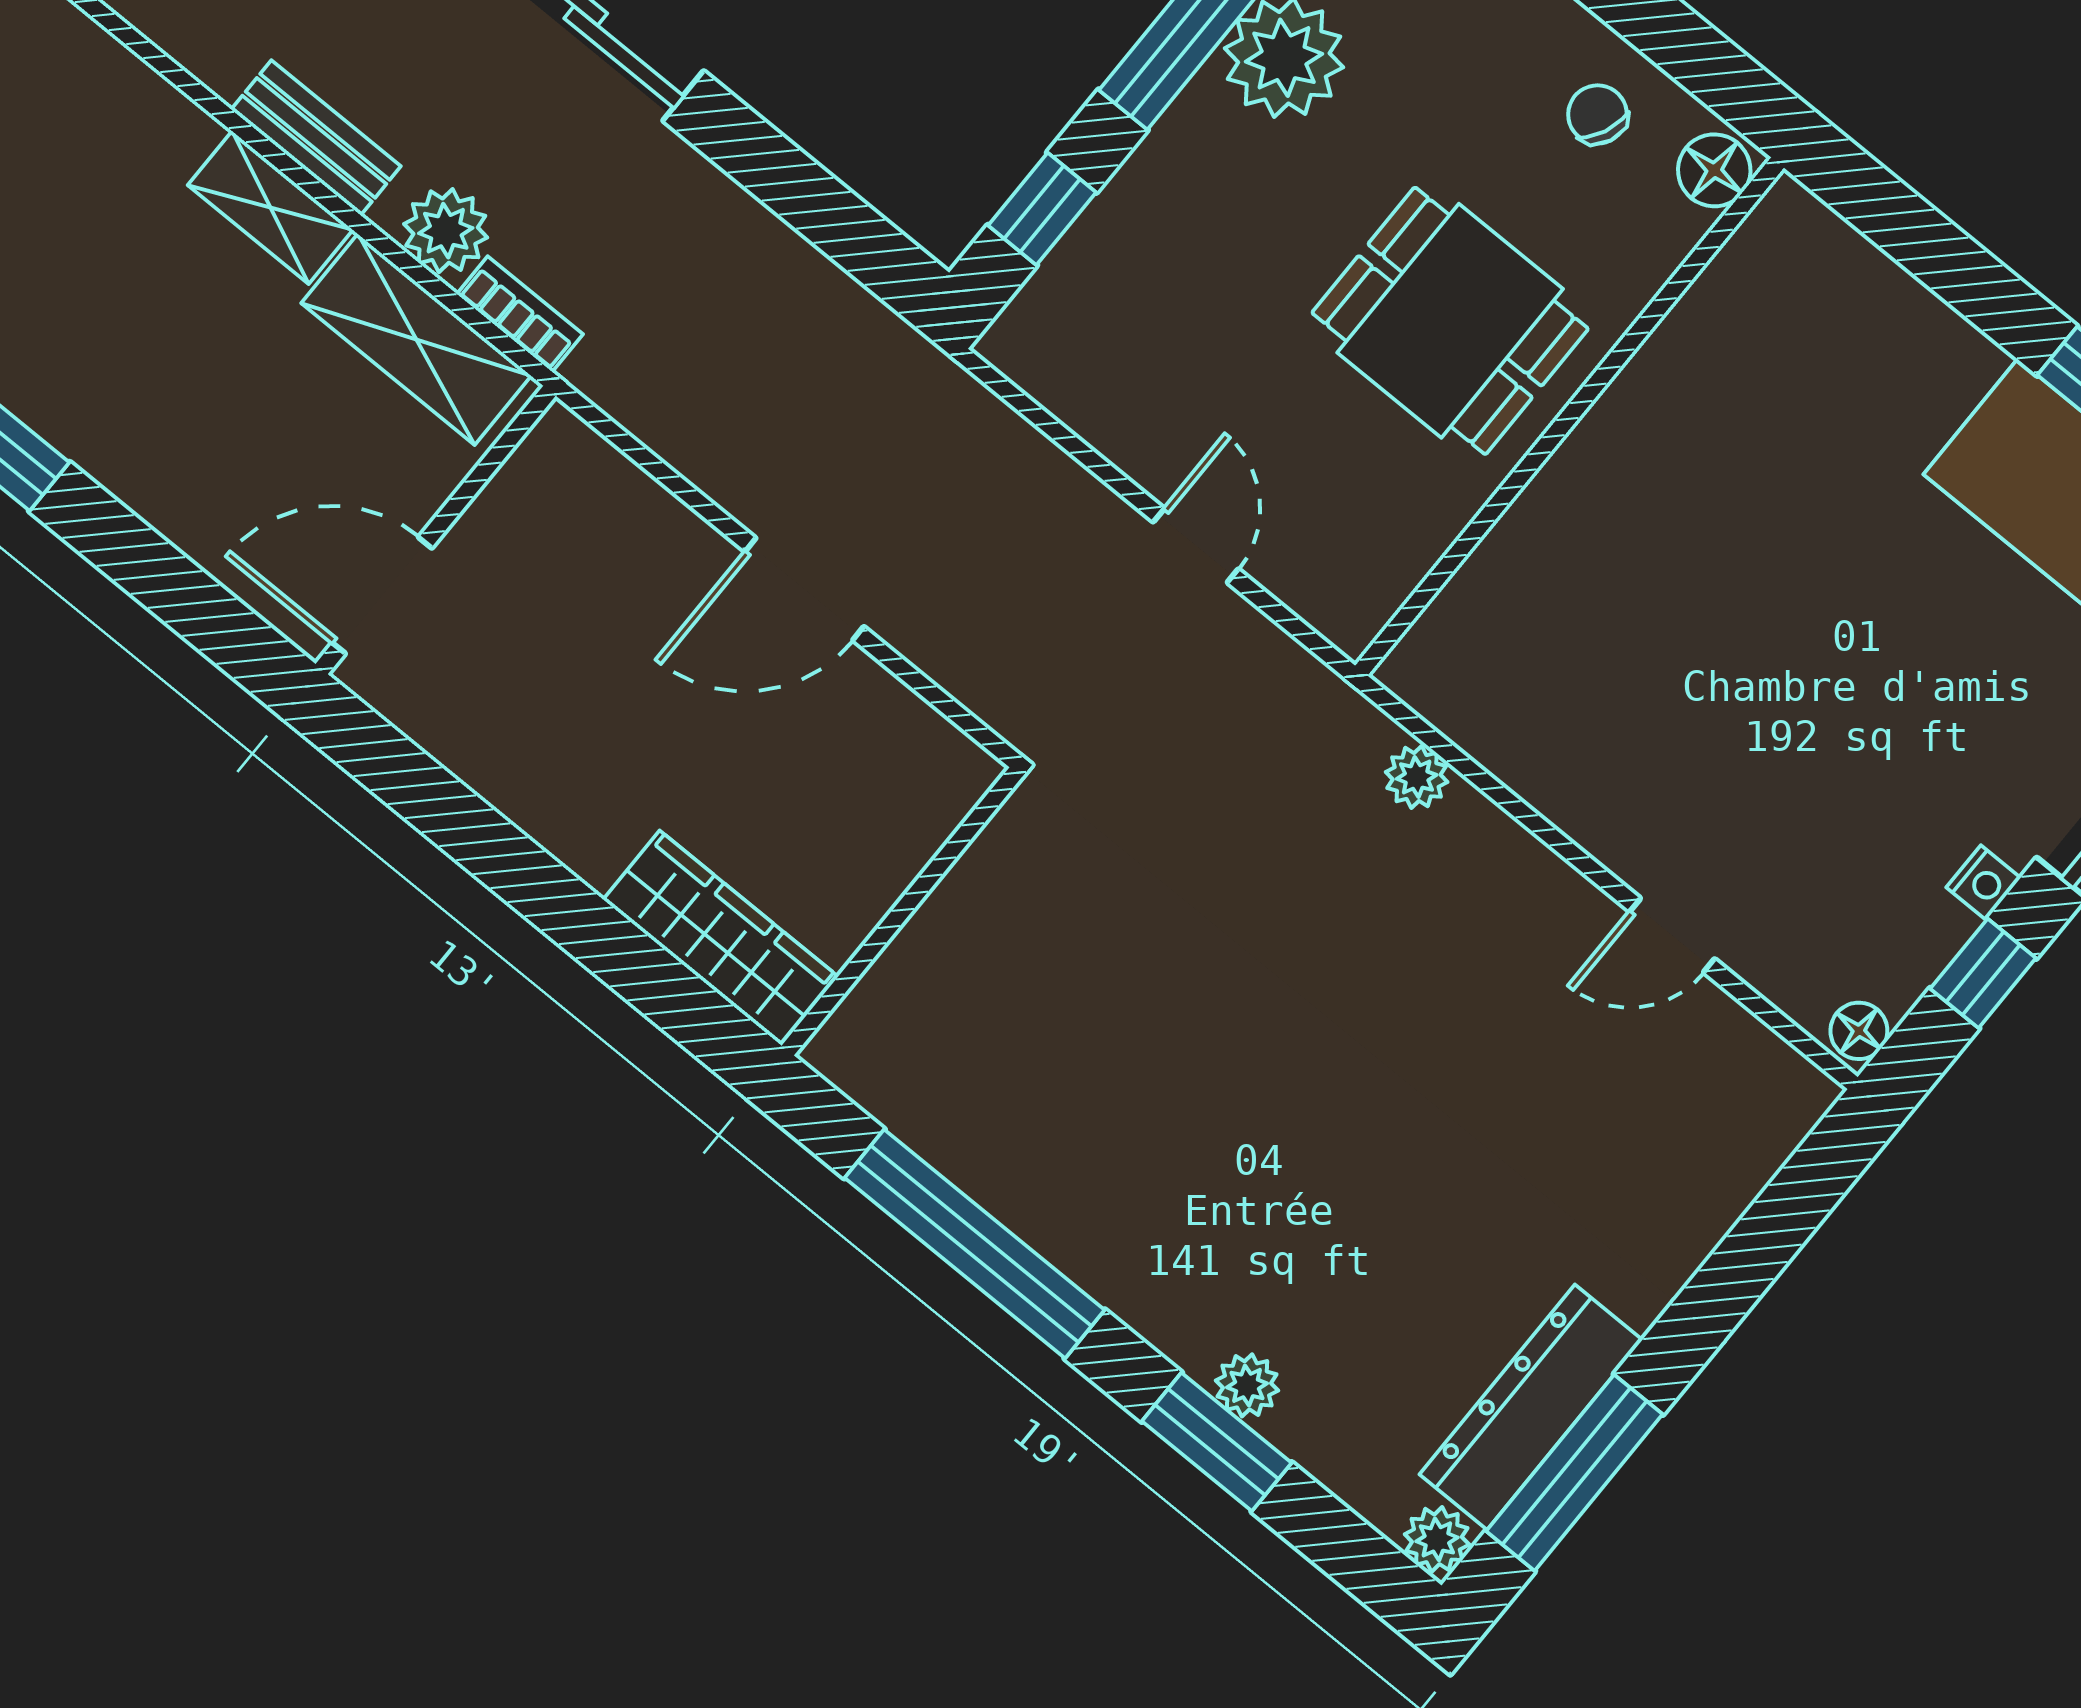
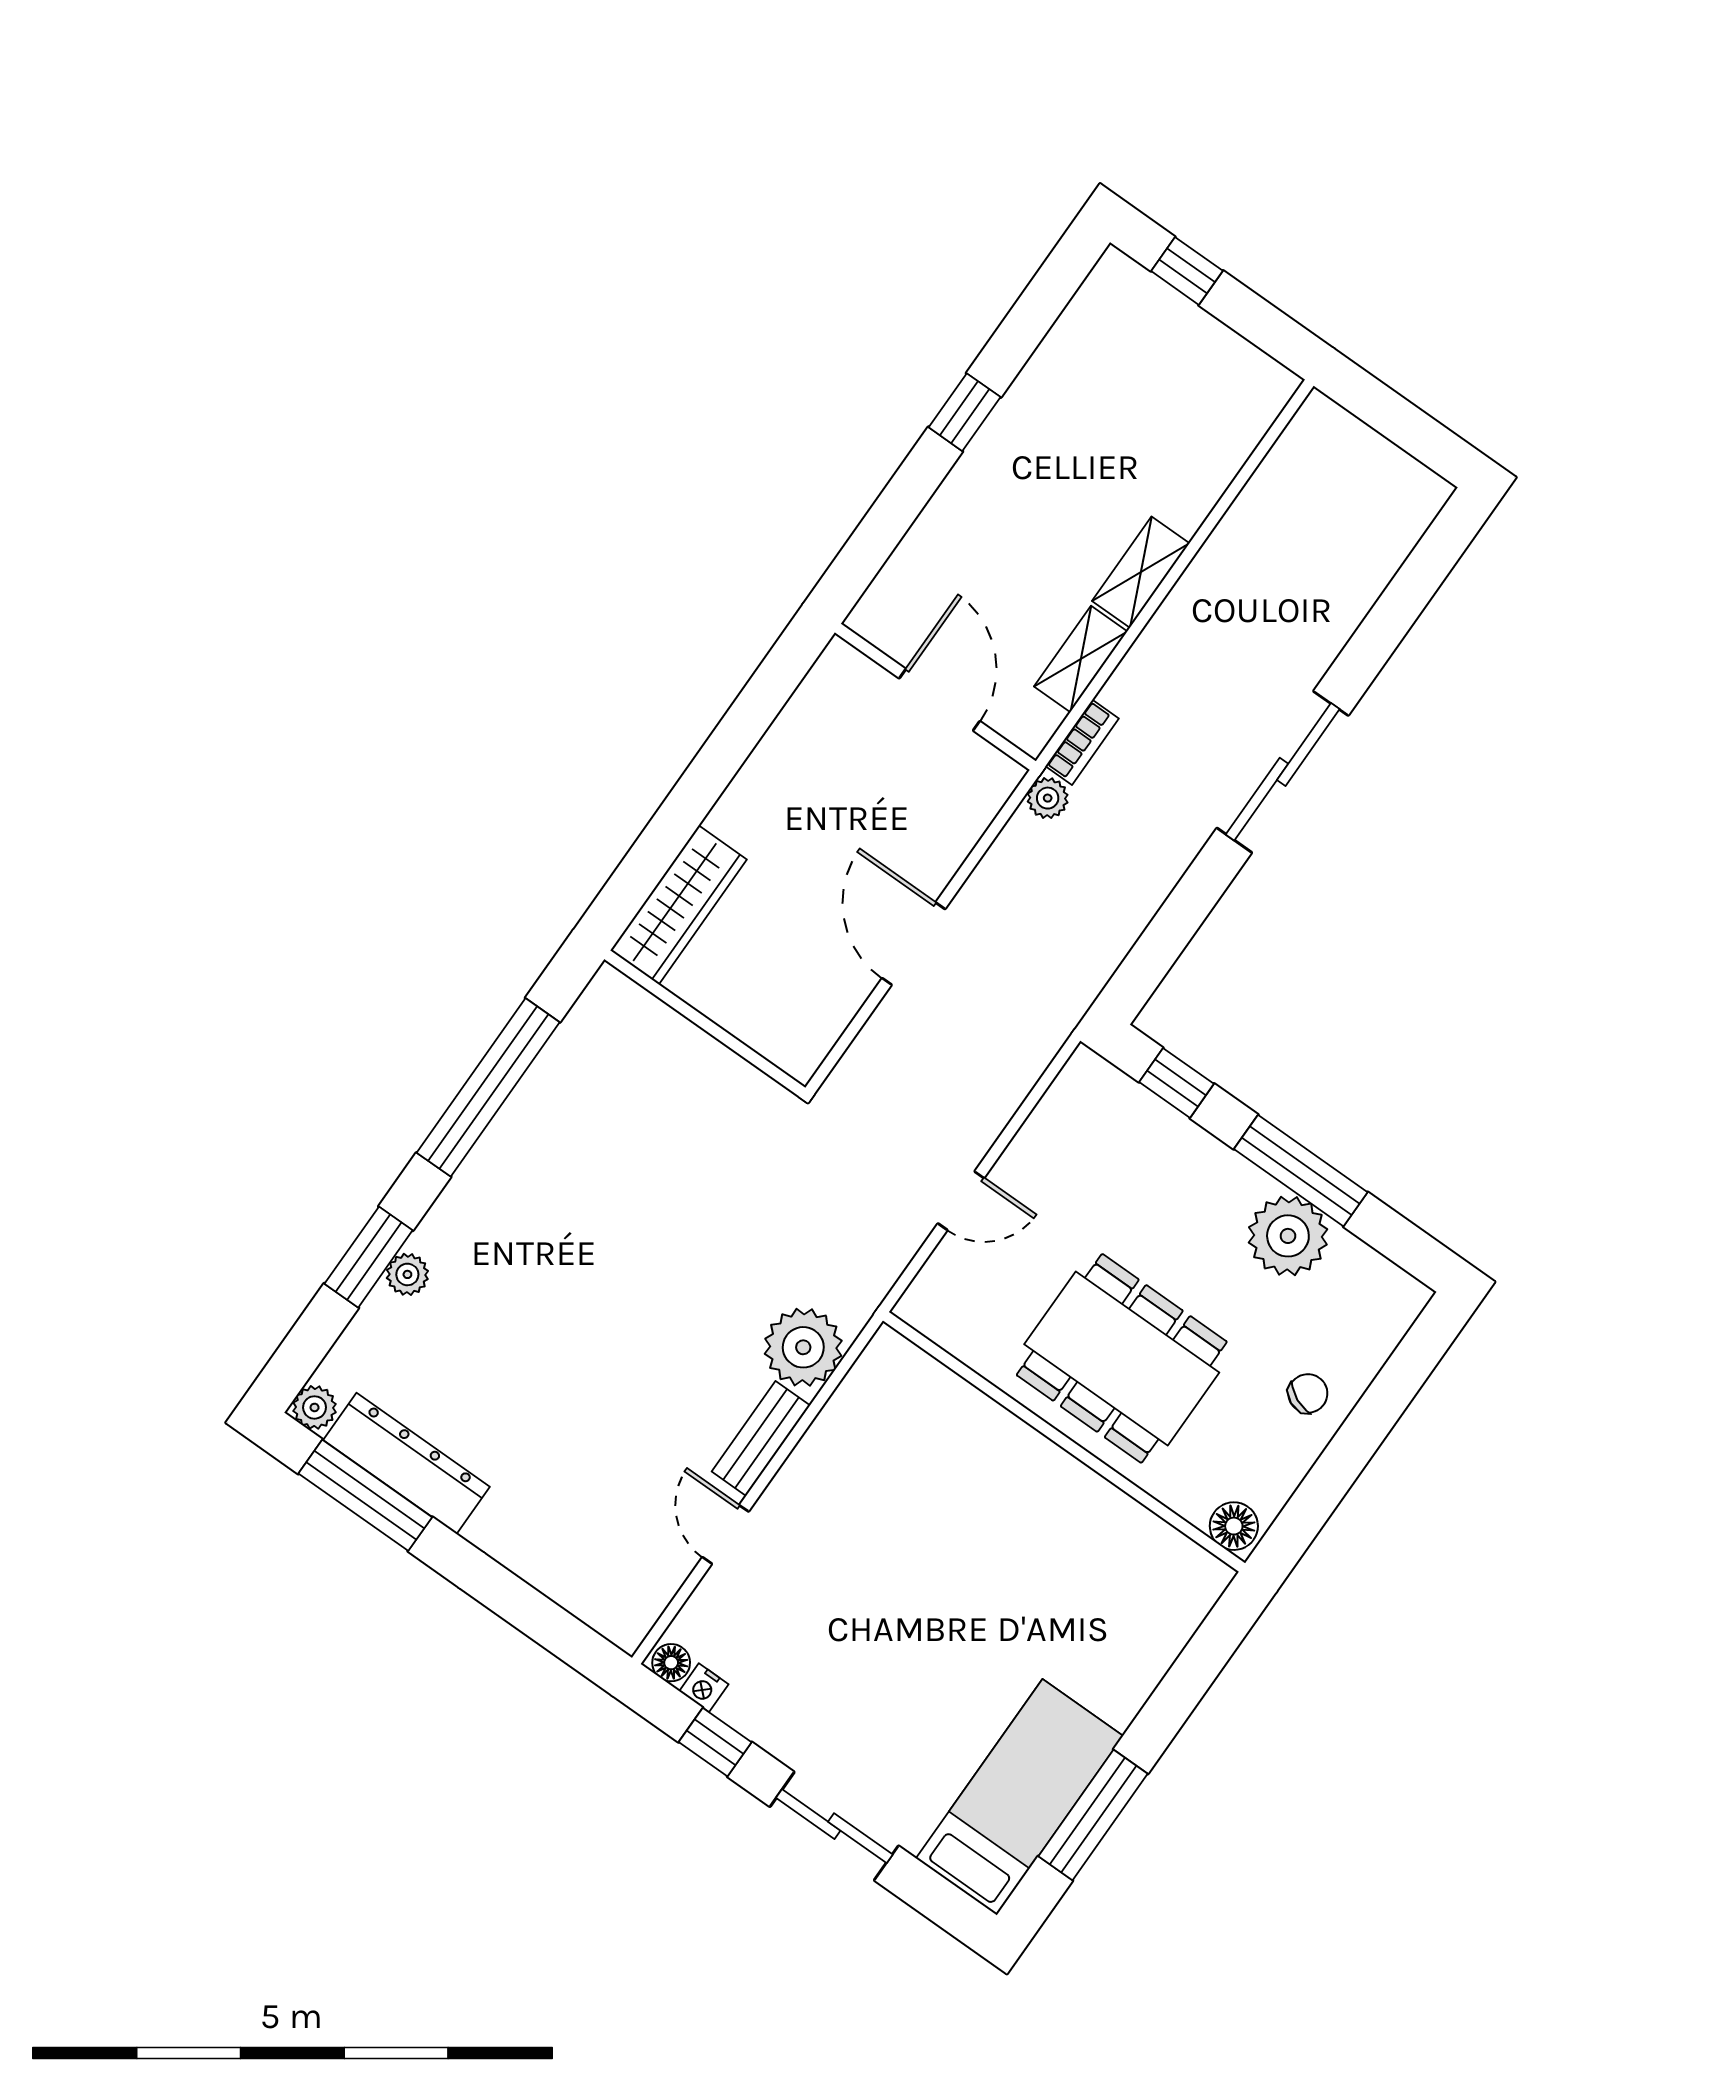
chair: (1598, 114) -> (1308, 1393), moved
bench: (316, 138) -> (761, 1438), moved
plant: (446, 231) -> (1048, 798), moved, width x0.73, depth x0.73
dining table: (1450, 321) -> (1122, 1358), width x1.38
shelving: (416, 339) -> (1081, 659), width x0.67, depth x0.75
door: (382, 595) -> (940, 700), moved
plant: (1417, 777) -> (803, 1347), width x1.88, depth x1.88
nightstand: (1983, 883) -> (704, 1688), moved

